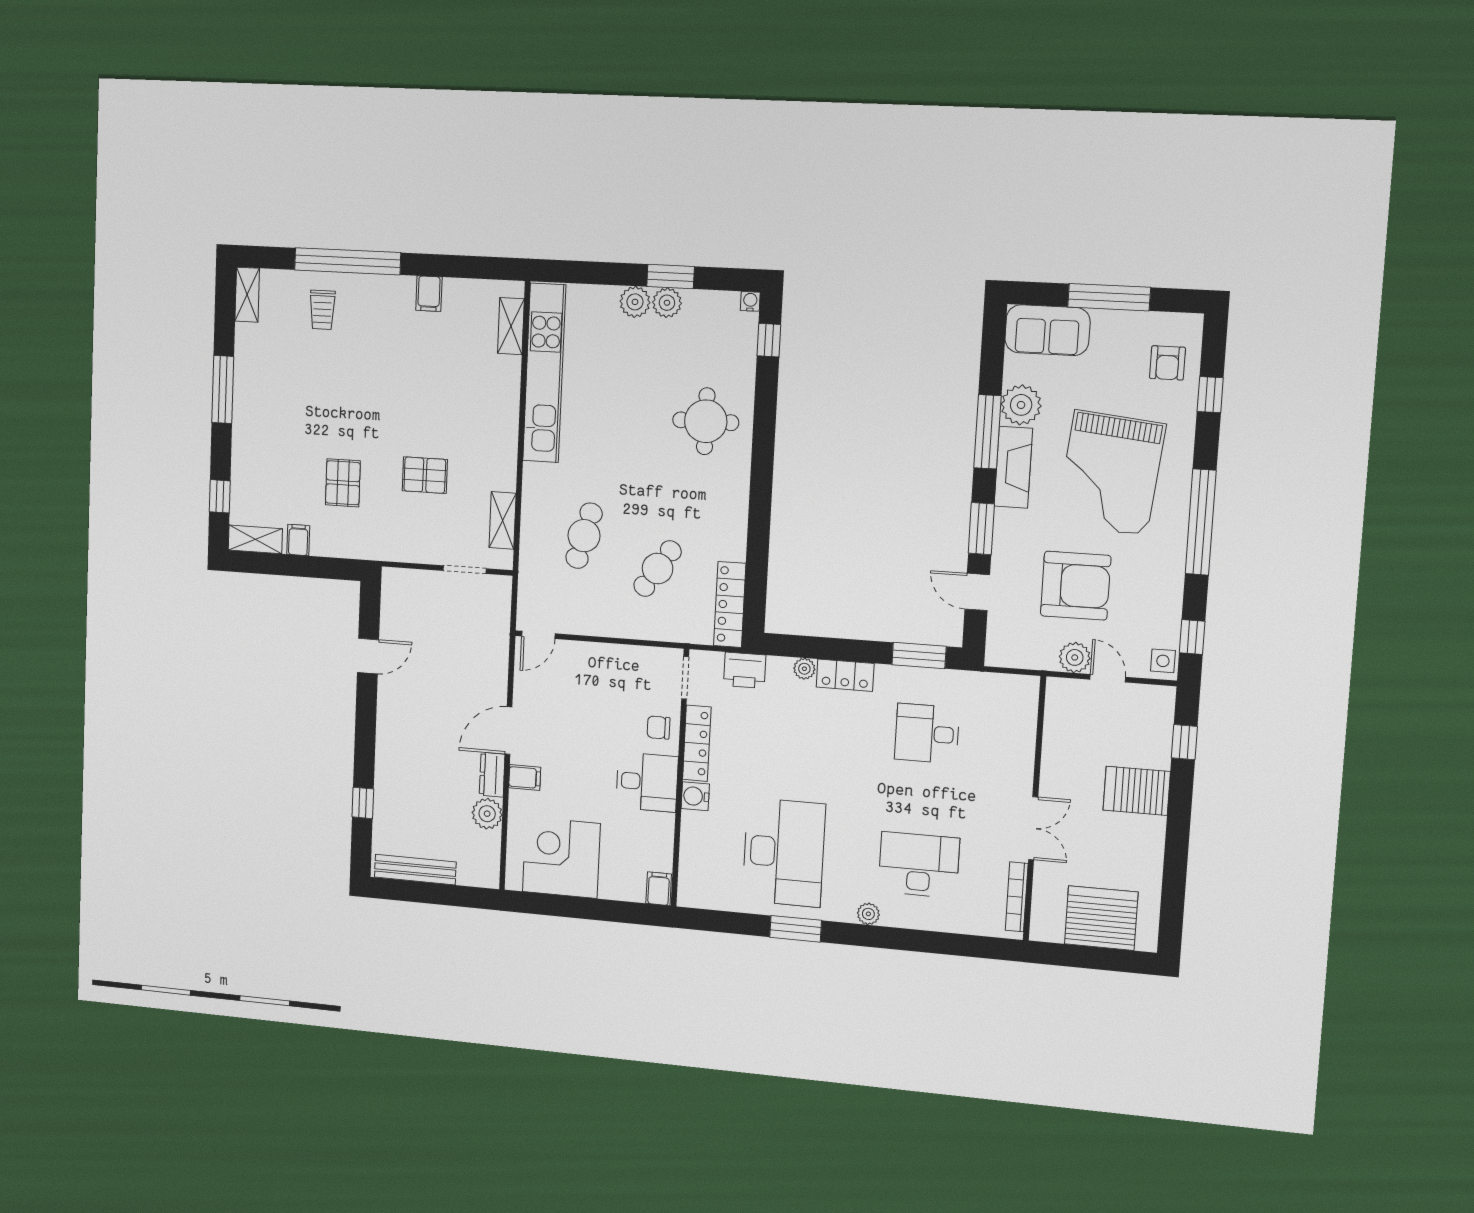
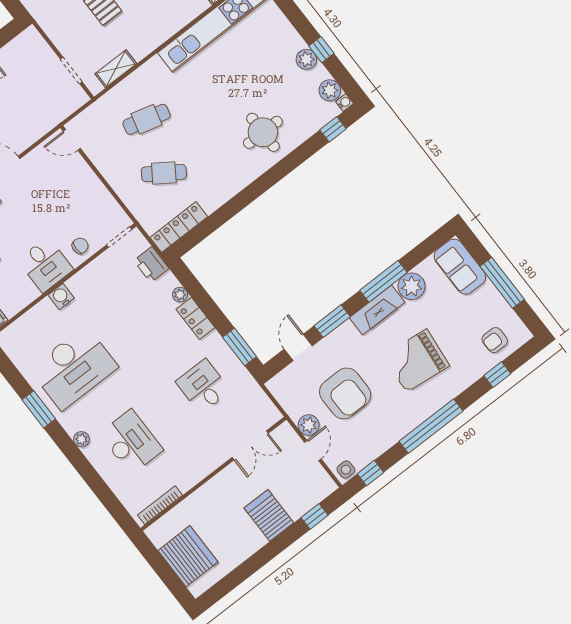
window: (671, 277) -> (321, 50), width x0.67
plant: (635, 302) -> (330, 90), moved
grand piano: (1111, 473) -> (416, 361), width x0.73, depth x0.68
chair: (658, 728) -> (80, 246), turned 90
locker: (697, 743) -> (90, 273), removed
double door: (1033, 828) -> (250, 445), moved

